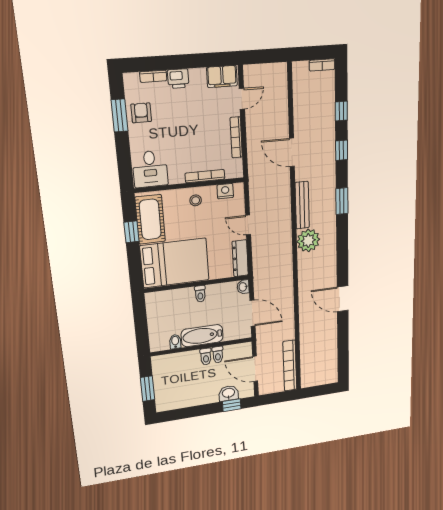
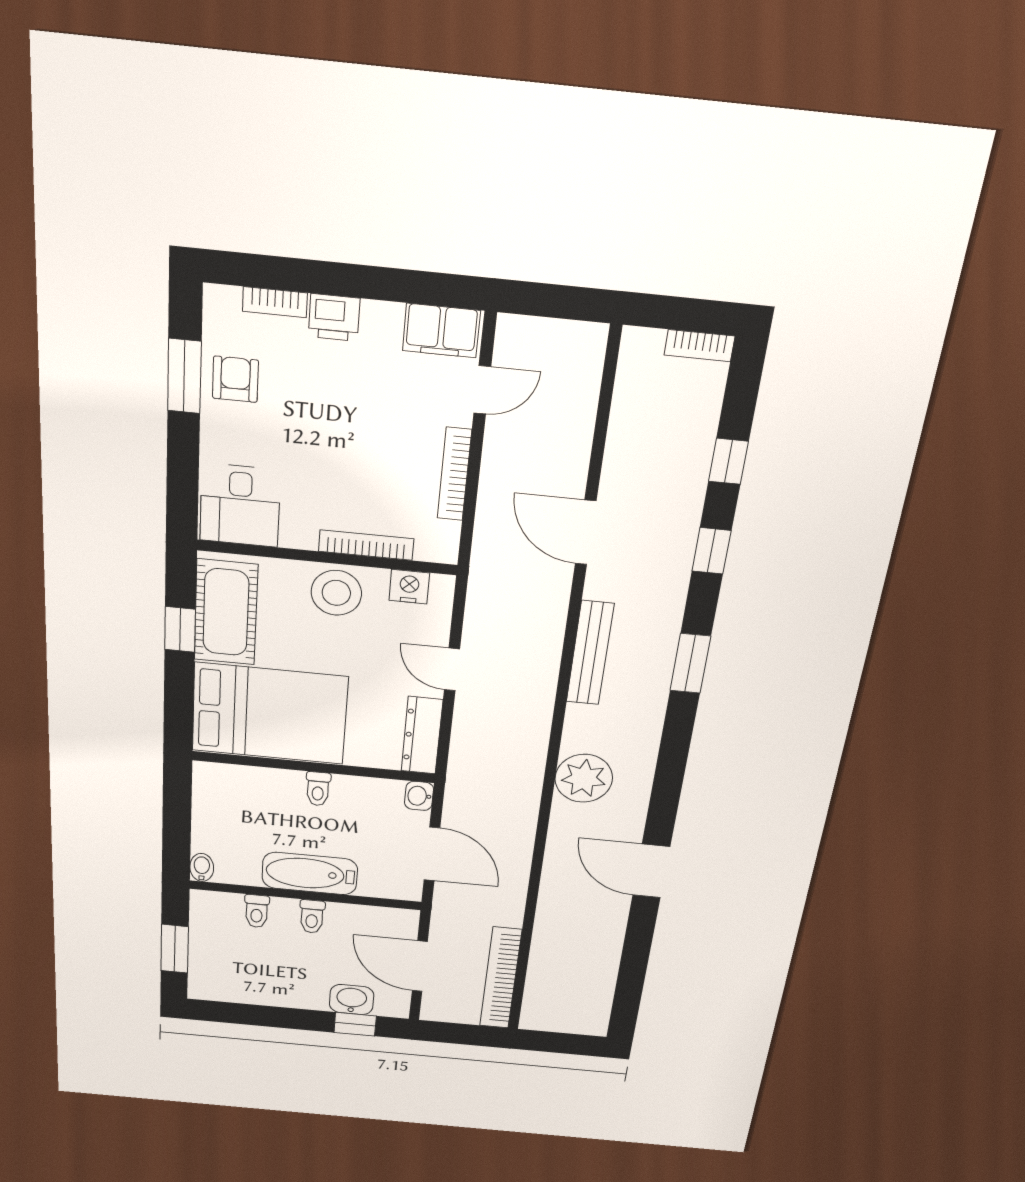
stool: (196, 200) -> (336, 593), width x1.89, depth x1.89
plant: (308, 240) -> (584, 778), moved
bidet: (175, 342) -> (202, 867), moved
toilet: (218, 355) -> (257, 911), moved

